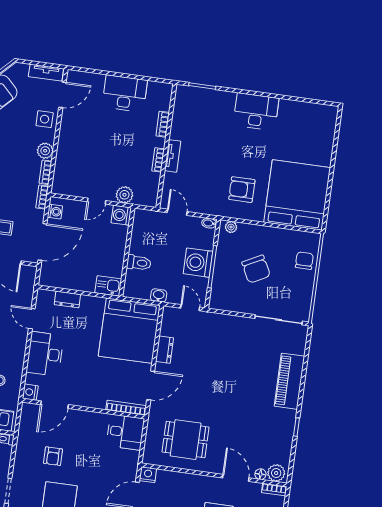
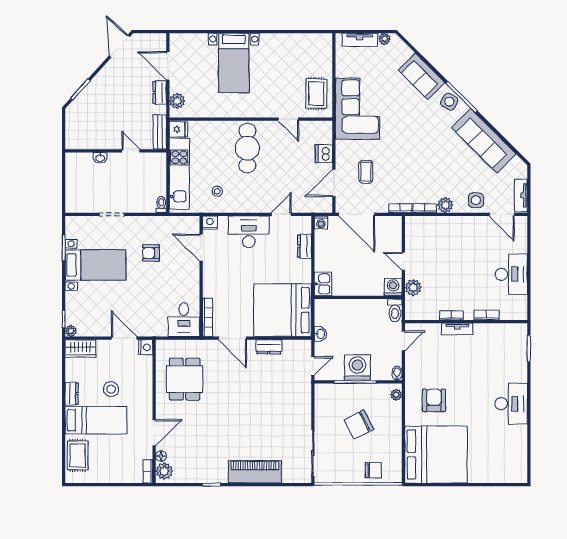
washing machine: (55, 212) -> (321, 222), moved
toilet: (139, 263) -> (395, 310), moved

